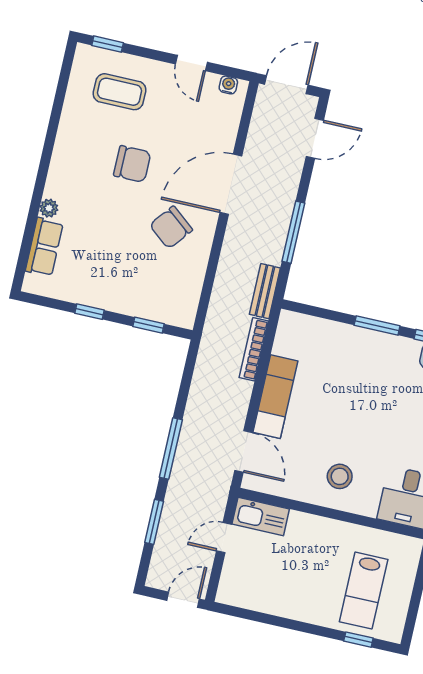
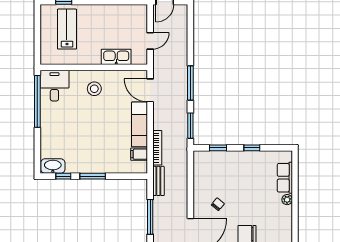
chair: (171, 227) -> (218, 204), width x0.54, depth x0.54
filing cabinet: (288, 345) -> (139, 154), added
kitchen sink: (261, 517) -> (116, 57), moved
window: (154, 522) -> (190, 126), moved

